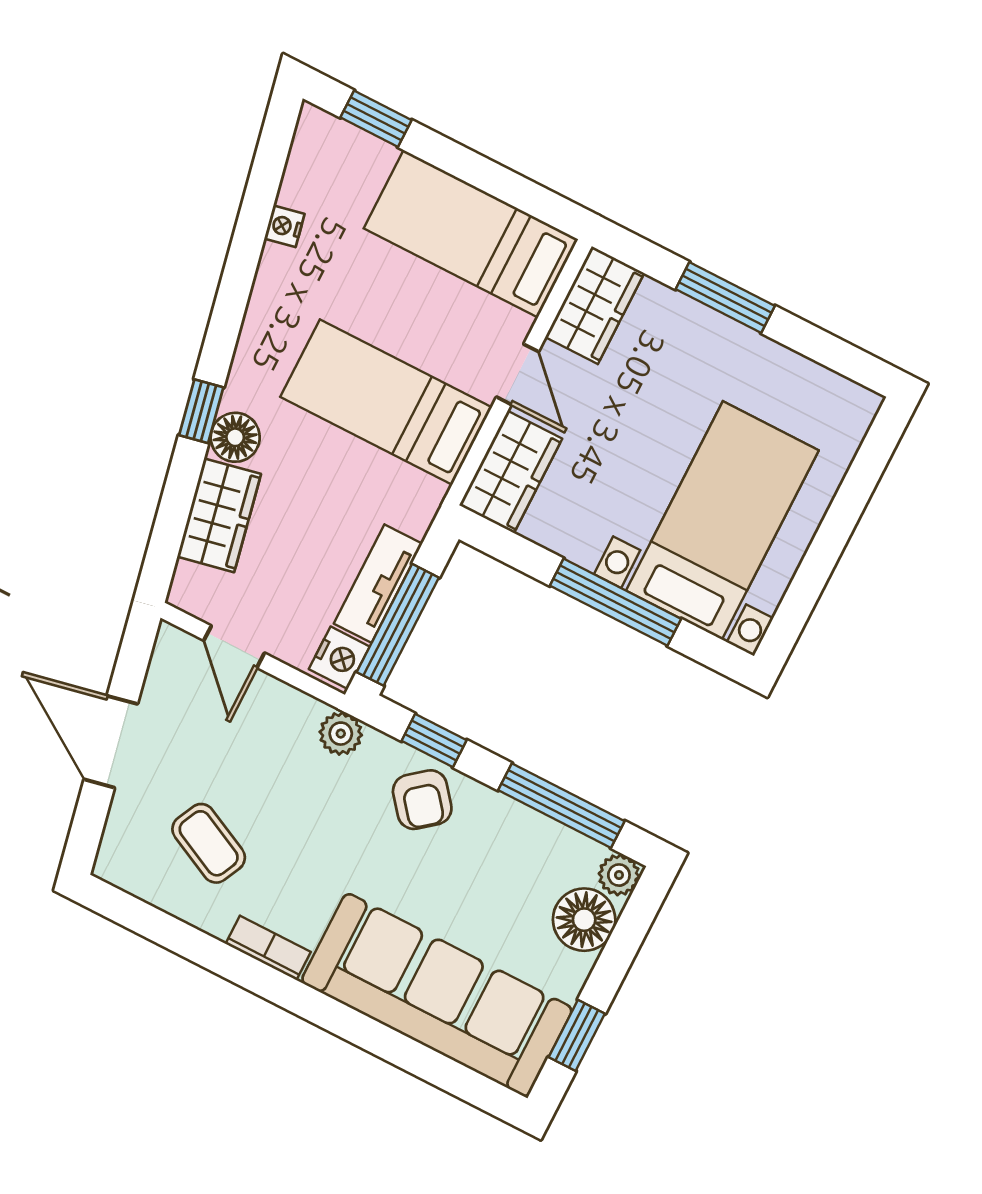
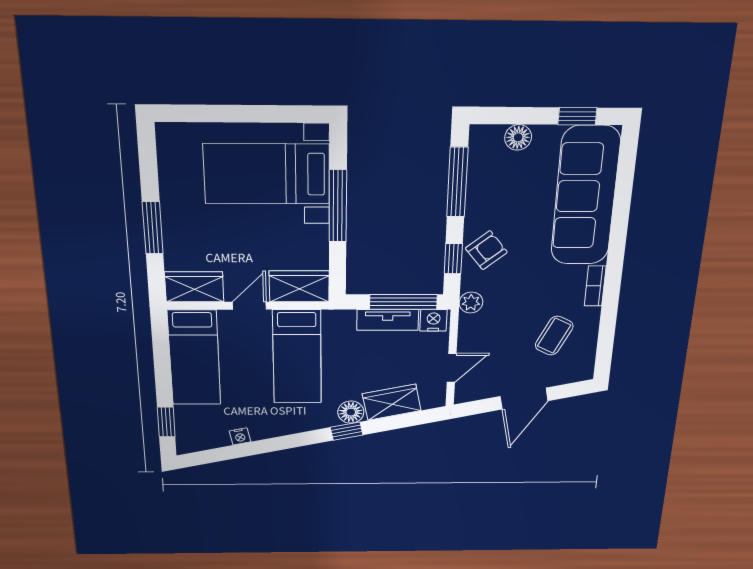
plant: (619, 875) -> (481, 136), removed
floor lamp: (584, 920) -> (518, 137), width x0.73, depth x0.73

